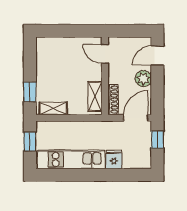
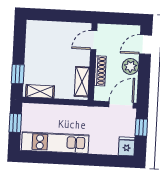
door: (105, 54) -> (94, 40), hinge flipped
shoe rack: (113, 100) -> (100, 71), moved
fridge: (114, 160) -> (127, 146), moved

